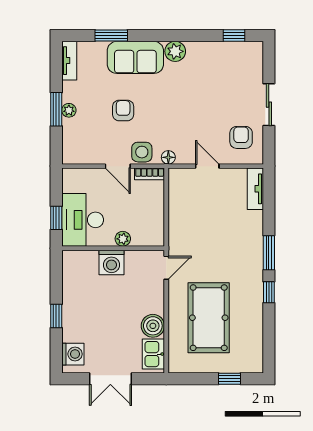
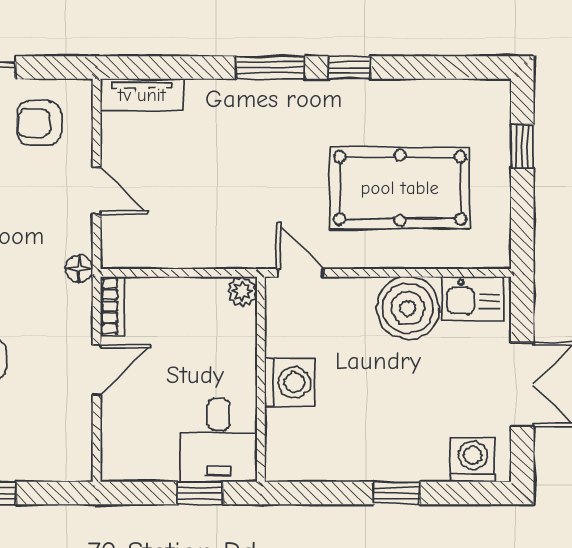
side table: (142, 152) -> (68, 322), removed
door: (207, 166) -> (97, 191), swing flipped
desk: (83, 220) -> (219, 440), width x0.73
plant: (123, 239) -> (242, 292), moved
boiler: (153, 326) -> (408, 308), width x1.37, depth x1.37

